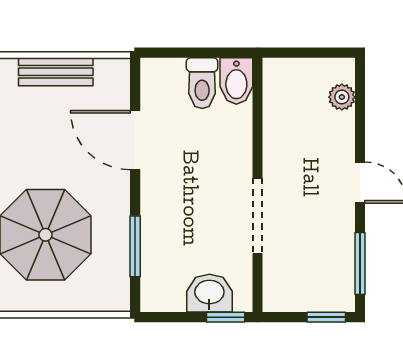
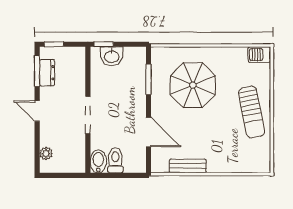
doorway: (257, 216) -> (88, 115), moved
dresser: (340, 260) -> (47, 73), added

